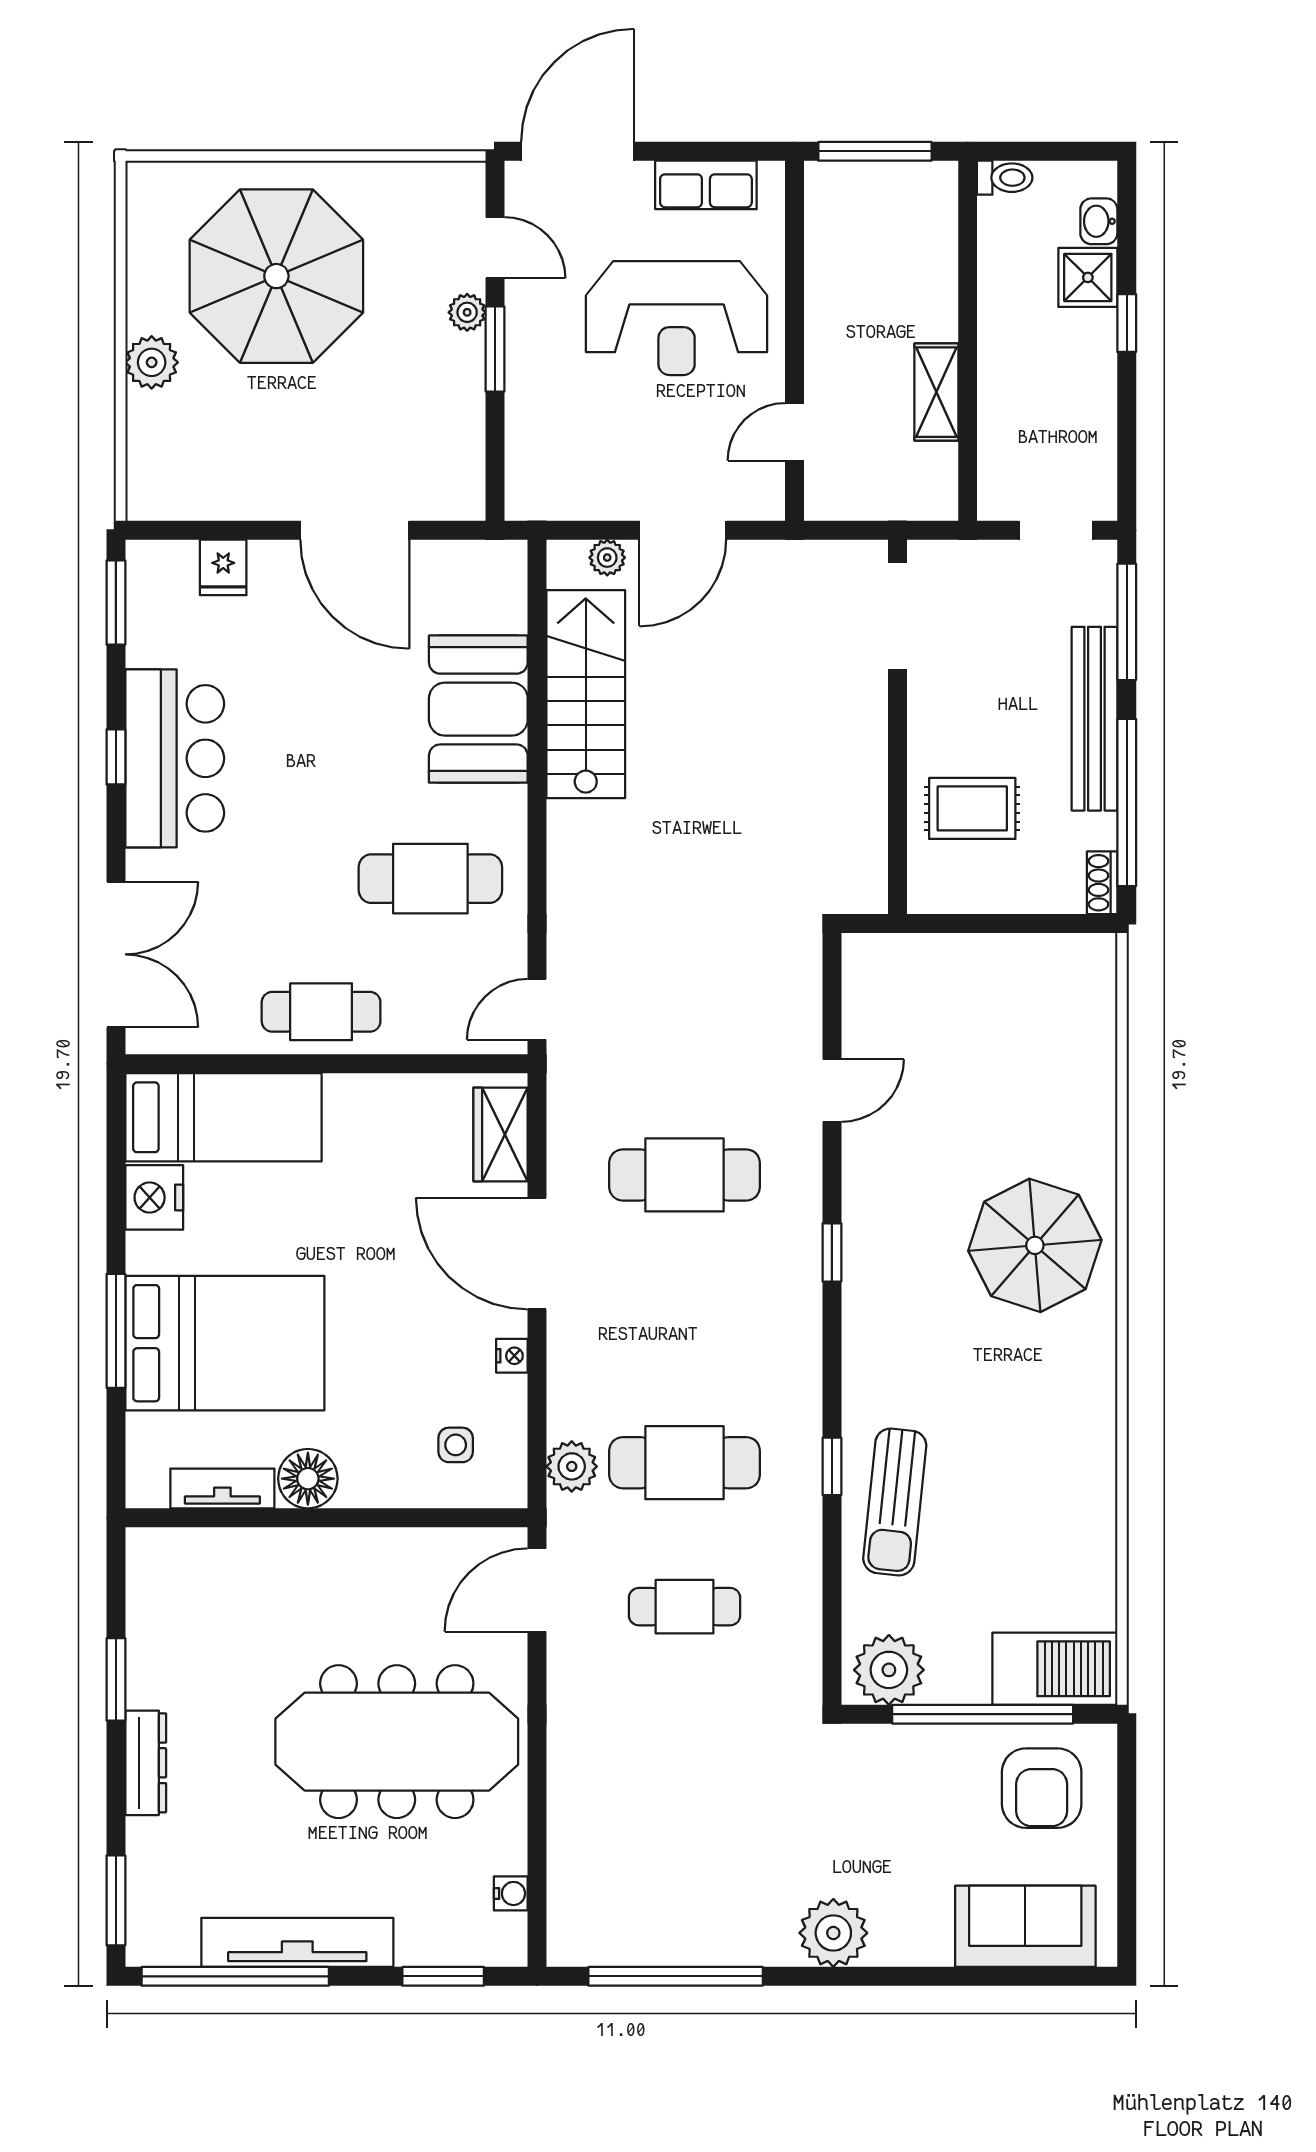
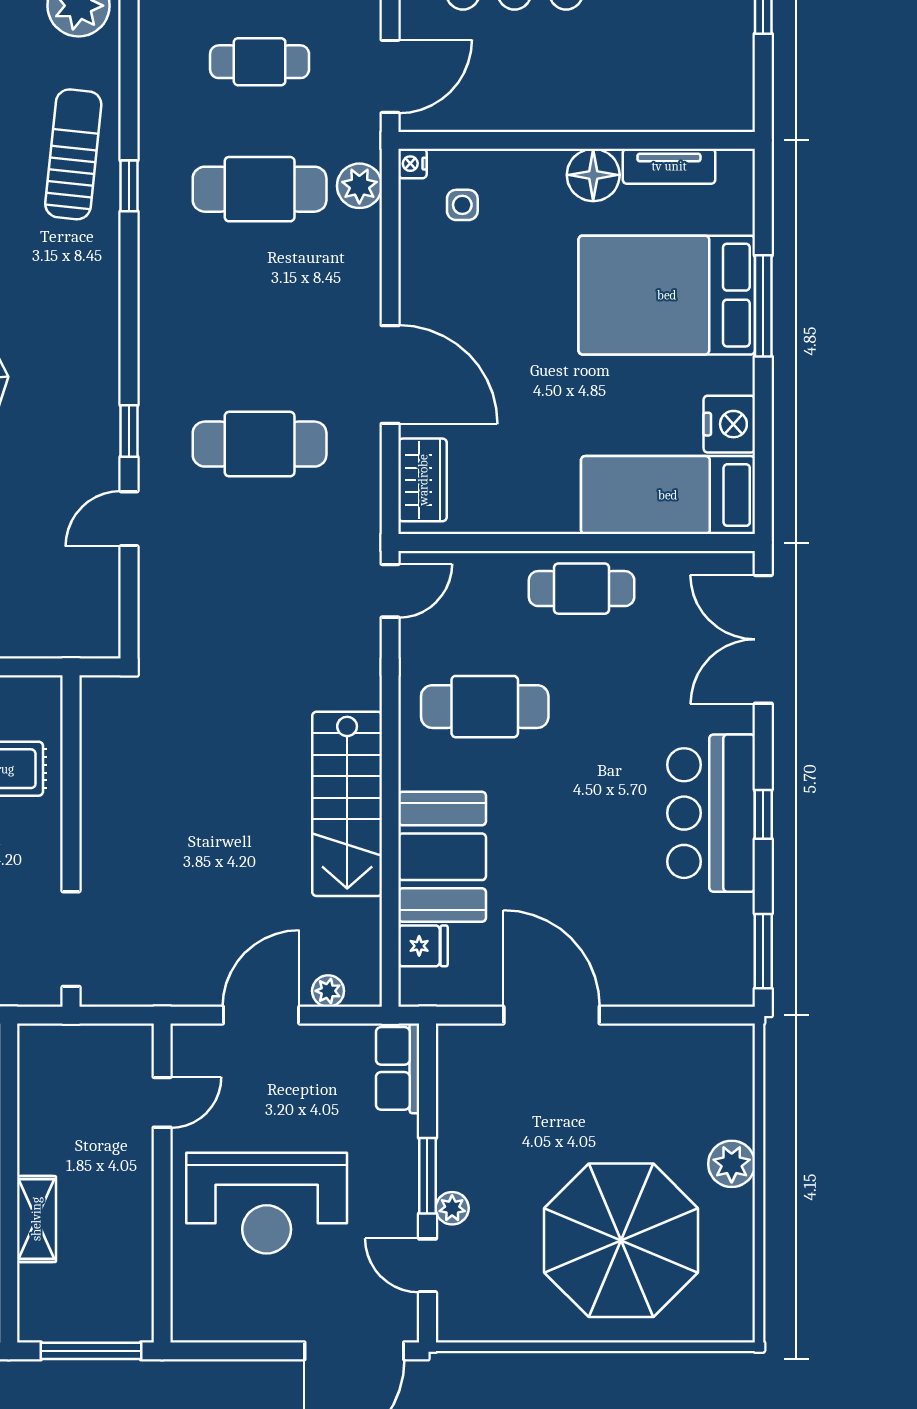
row of seats: (706, 185) -> (398, 1068), moved, turned -90
reception desk: (677, 318) -> (267, 1203), turned 180
shelving: (936, 392) -> (36, 1219), moved
fridge: (223, 567) -> (423, 946), moved, turned 90
stairs: (586, 694) -> (347, 804), moved
window: (832, 1252) -> (129, 431), moved
nightstand: (512, 1356) -> (412, 164), moved

